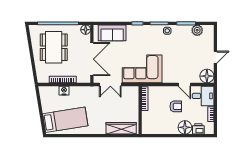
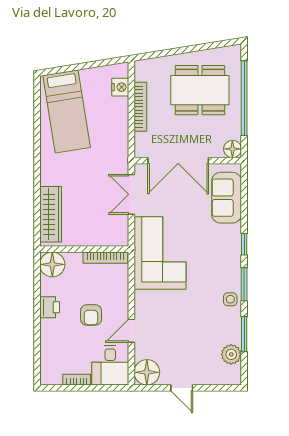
nightstand: (64, 91) -> (120, 87), moved
floor lamp: (185, 127) -> (52, 264), moved
printer: (198, 129) -> (50, 307), moved

